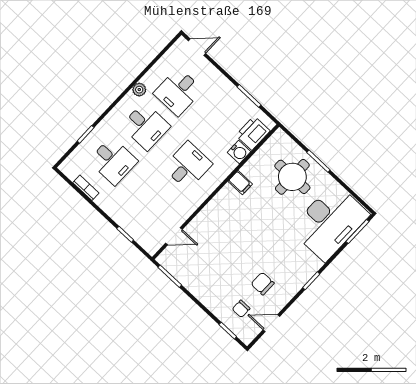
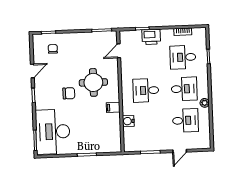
door: (197, 47) -> (180, 151), moved
desk: (178, 92) -> (185, 120), turned 90
desk: (146, 126) -> (184, 89), turned 180
printer: (253, 133) -> (151, 37), moved, turned 90
desk: (188, 166) -> (146, 90), turned 90
round table: (292, 177) -> (93, 82), moved
chair: (263, 284) -> (69, 93), moved
door: (271, 323) -> (32, 71), moved

